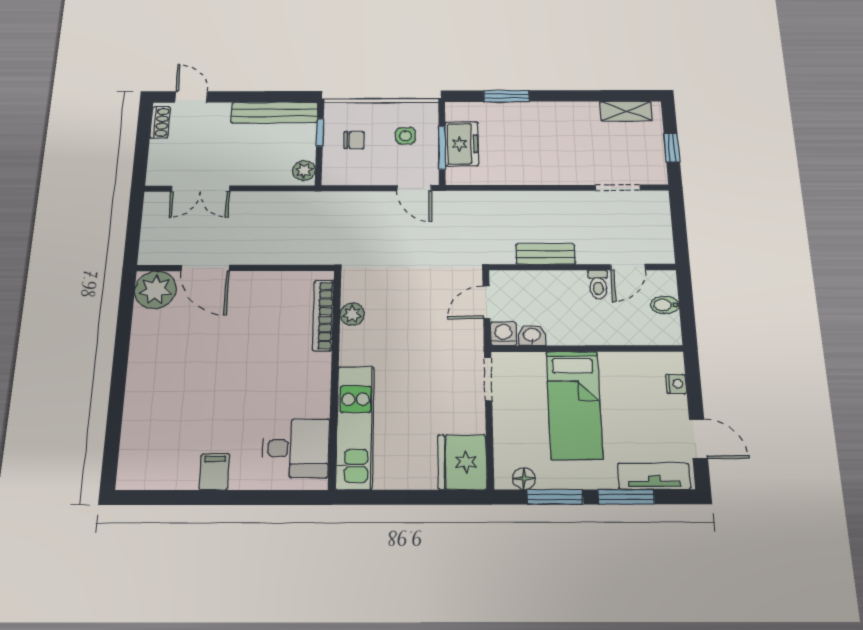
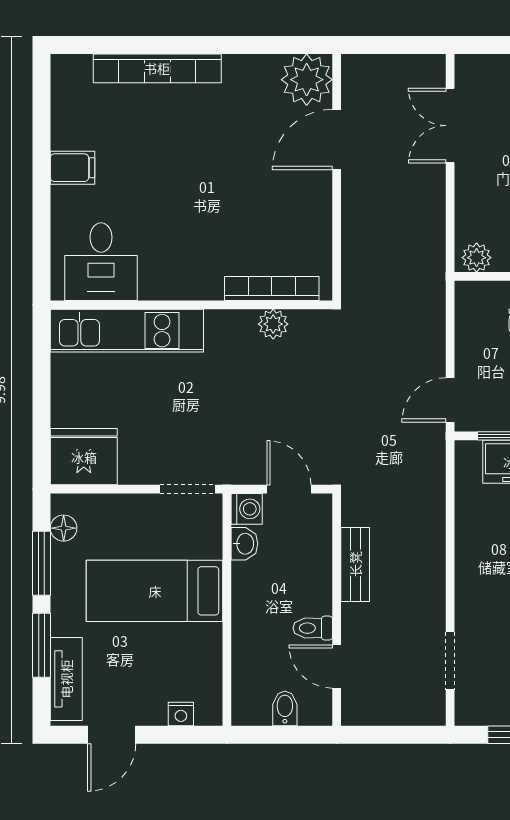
bookcase: (136, 403) -> (157, 68), added

